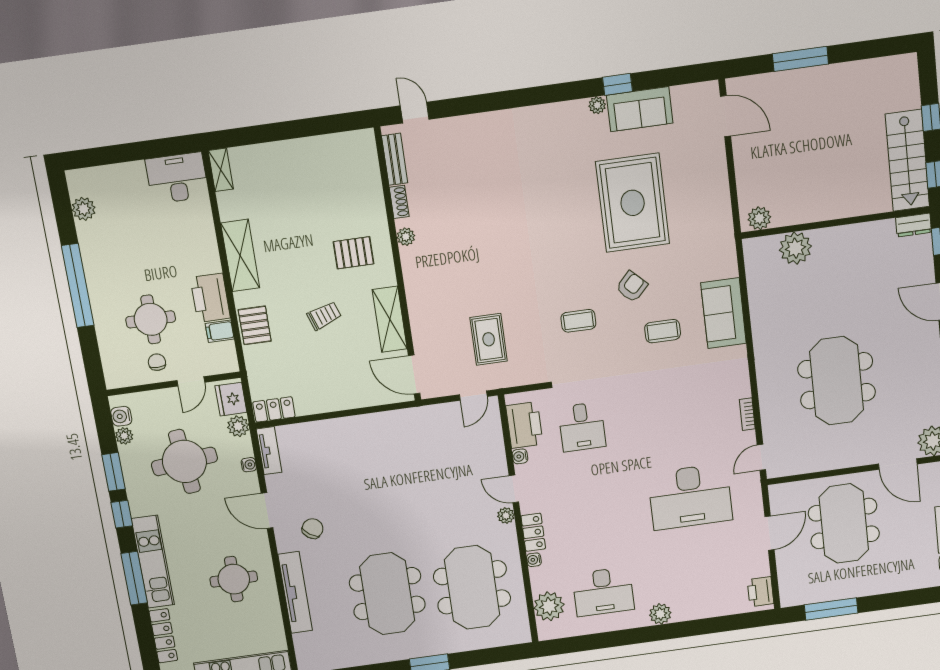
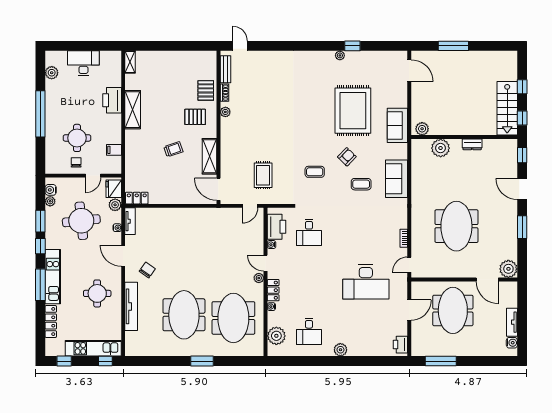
sofa: (640, 109) -> (397, 125), moved, turned 90
desk: (177, 178) -> (83, 63), moved
dresser: (914, 225) -> (472, 144), moved
printer: (210, 298) -> (112, 100), moved
pallet: (255, 325) -> (206, 90), moved
desk: (603, 592) -> (309, 331), width x0.73

